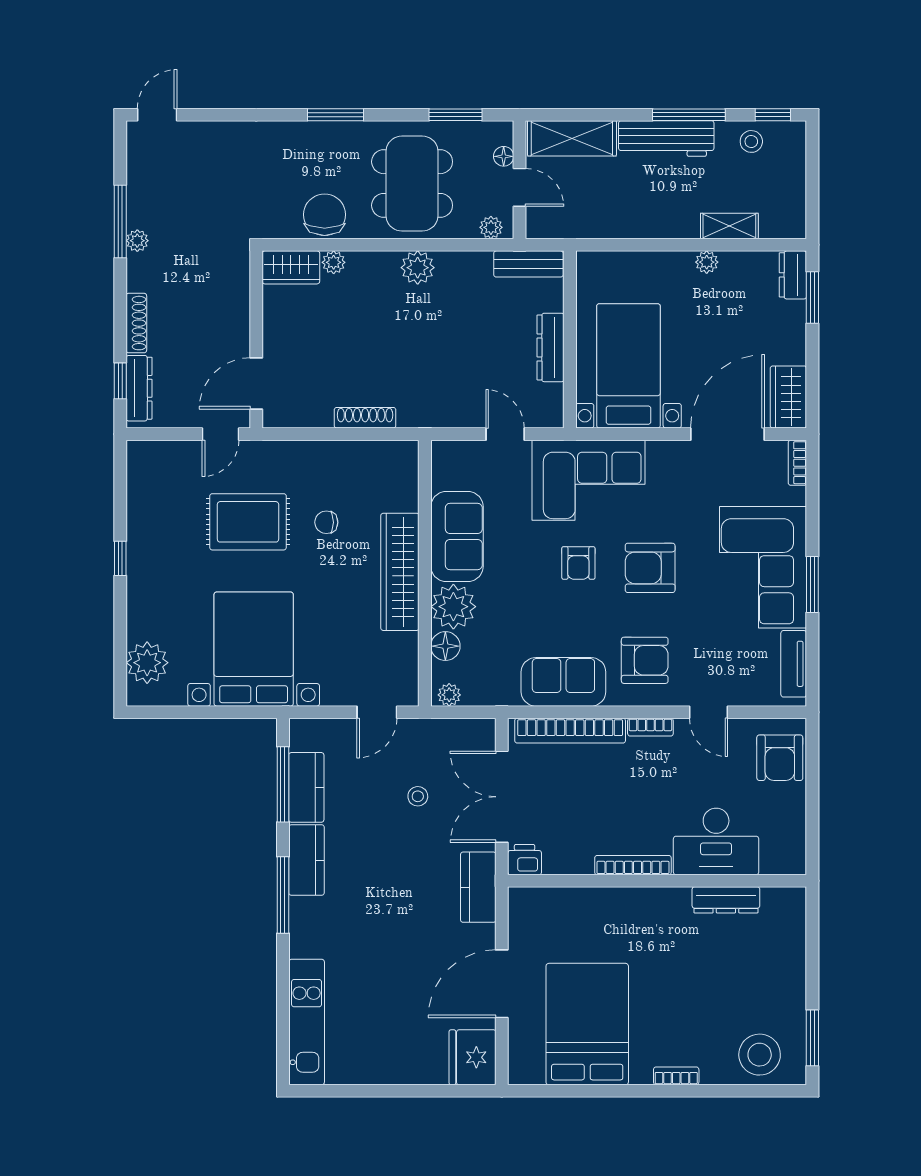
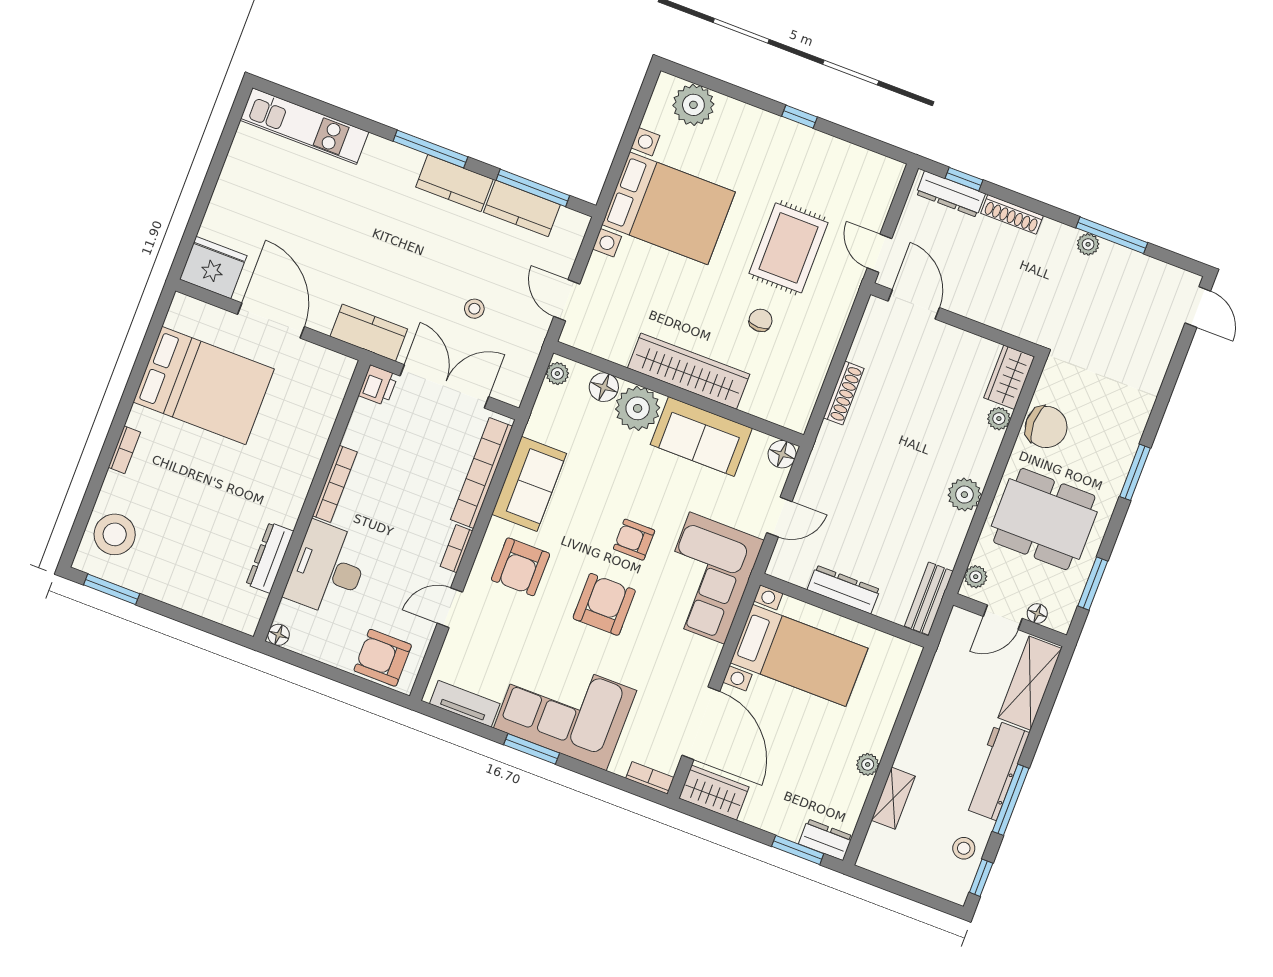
floor lamp: (445, 454) -> (782, 454), added
floor lamp: (795, 864) -> (279, 635), added

